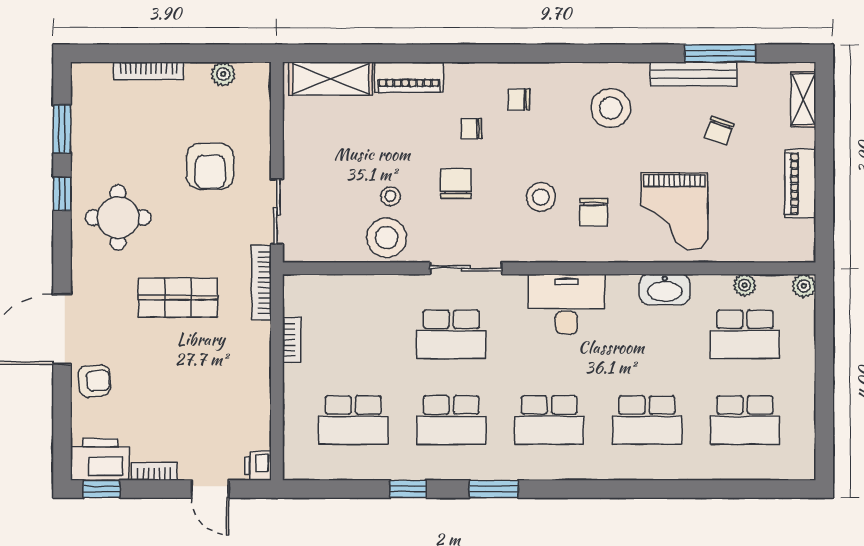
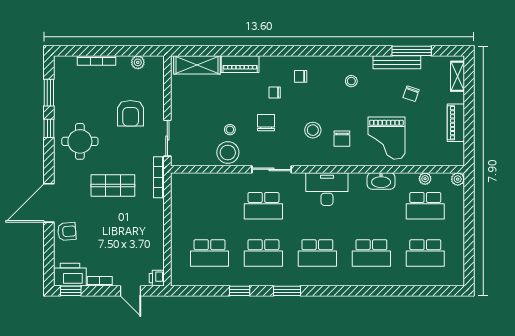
stool: (611, 108) -> (351, 81), width x0.53, depth x0.53
bookcase: (292, 340) -> (175, 209), removed

